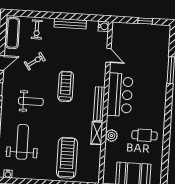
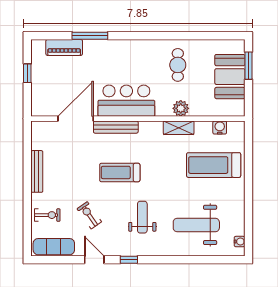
water cooler: (104, 26) -> (220, 128), moved
piano: (163, 50) -> (64, 47), added
door: (109, 55) -> (76, 119), width x1.87
bench: (99, 104) -> (116, 127), moved

